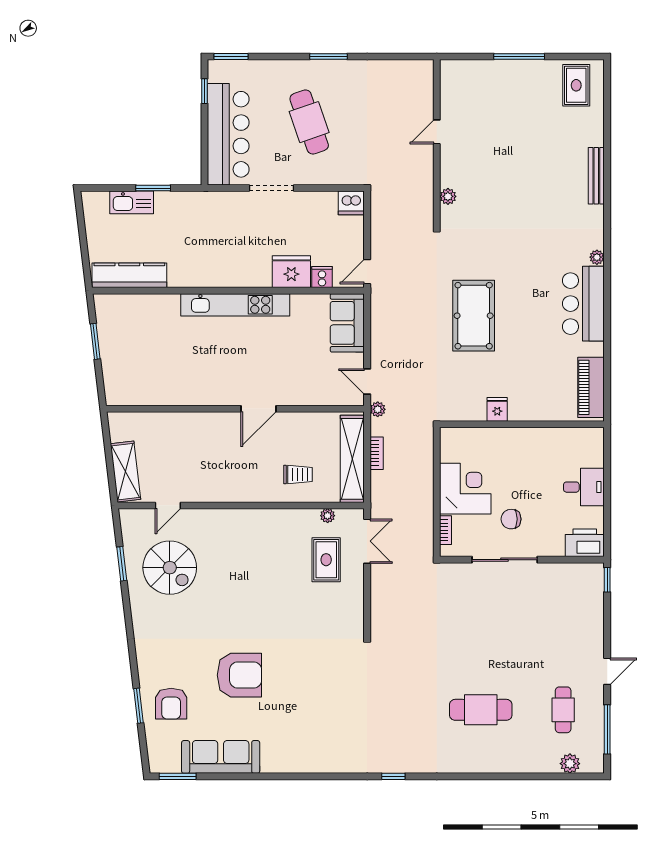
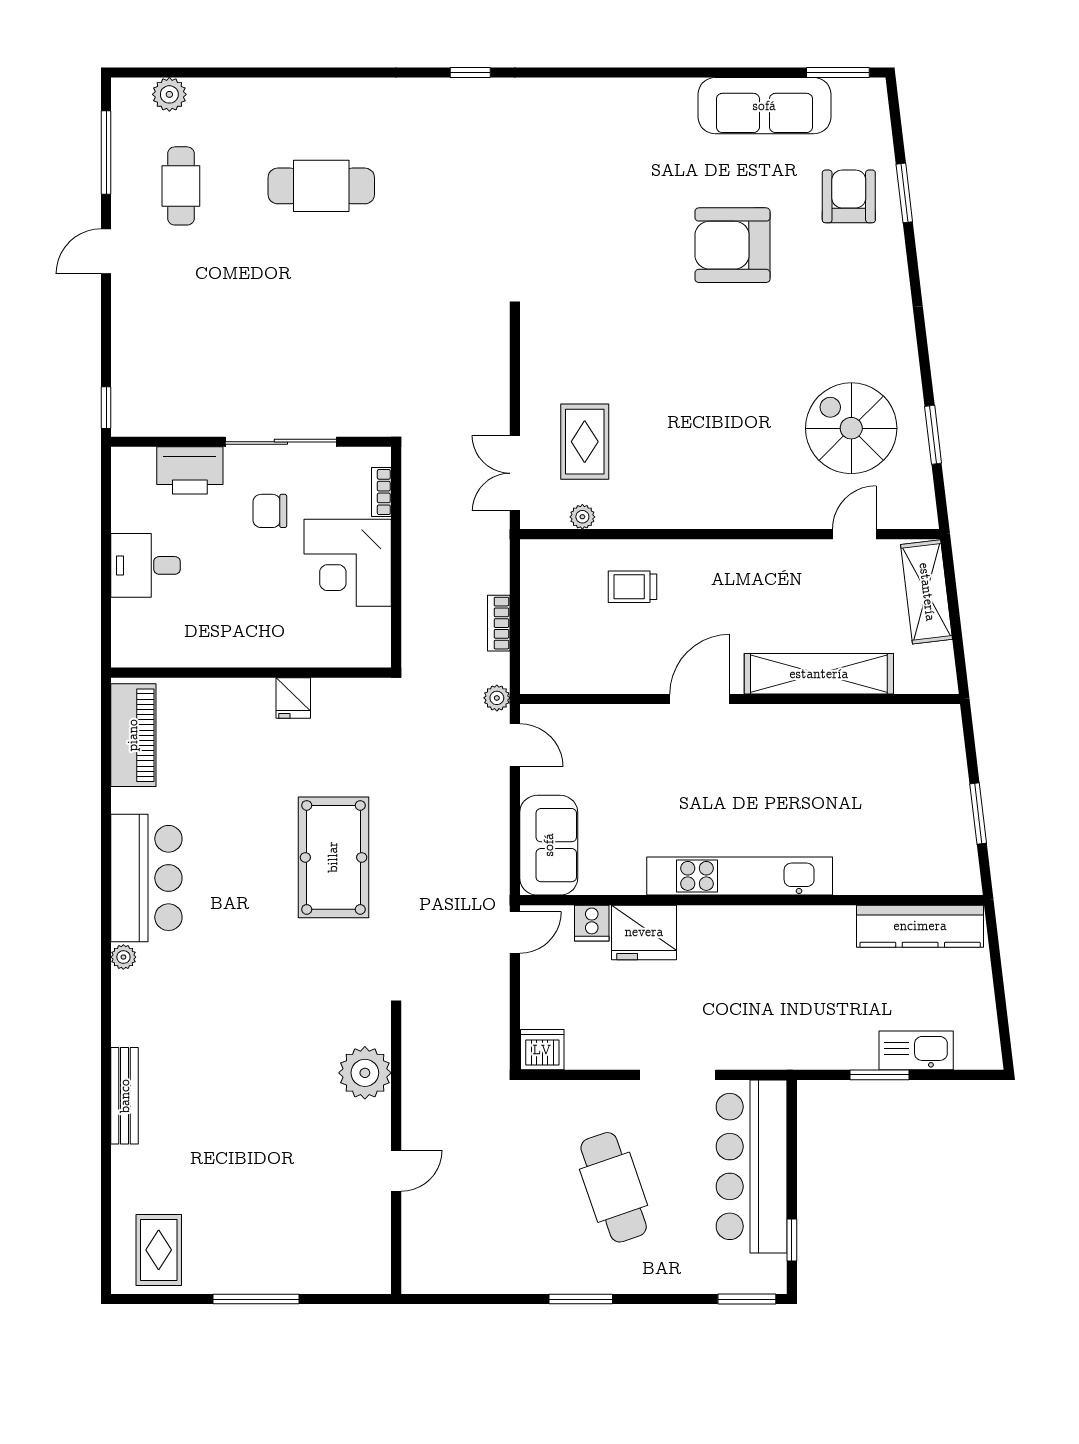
plant: (448, 196) -> (365, 1073), width x1.87, depth x1.87
shelving: (352, 459) -> (819, 674), moved, turned 90
chair: (511, 519) -> (270, 511), turned 180
printer: (585, 543) -> (190, 470), moved

